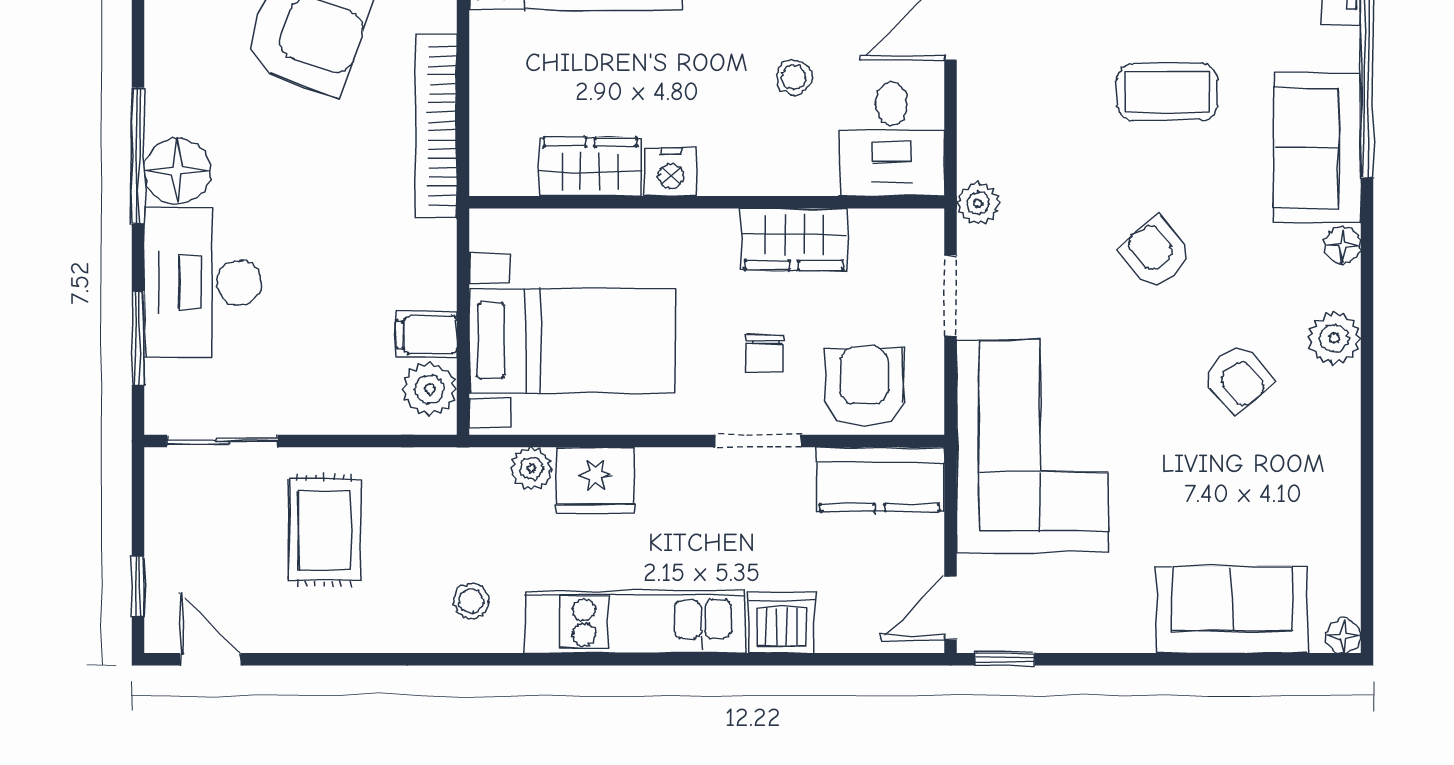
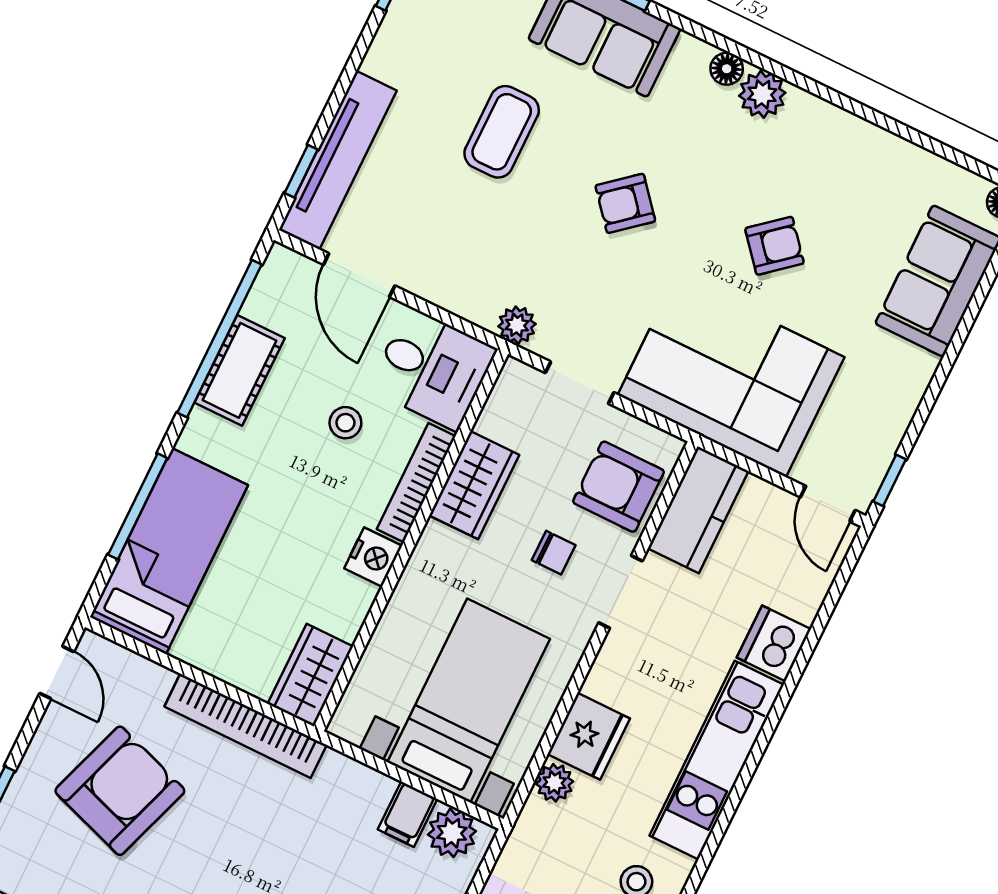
wardrobe: (590, 167) -> (310, 675), moved
bookcase: (768, 179) -> (416, 483), added
floor lamp: (1343, 245) -> (727, 69), moved
armchair: (1238, 378) -> (774, 246), moved

